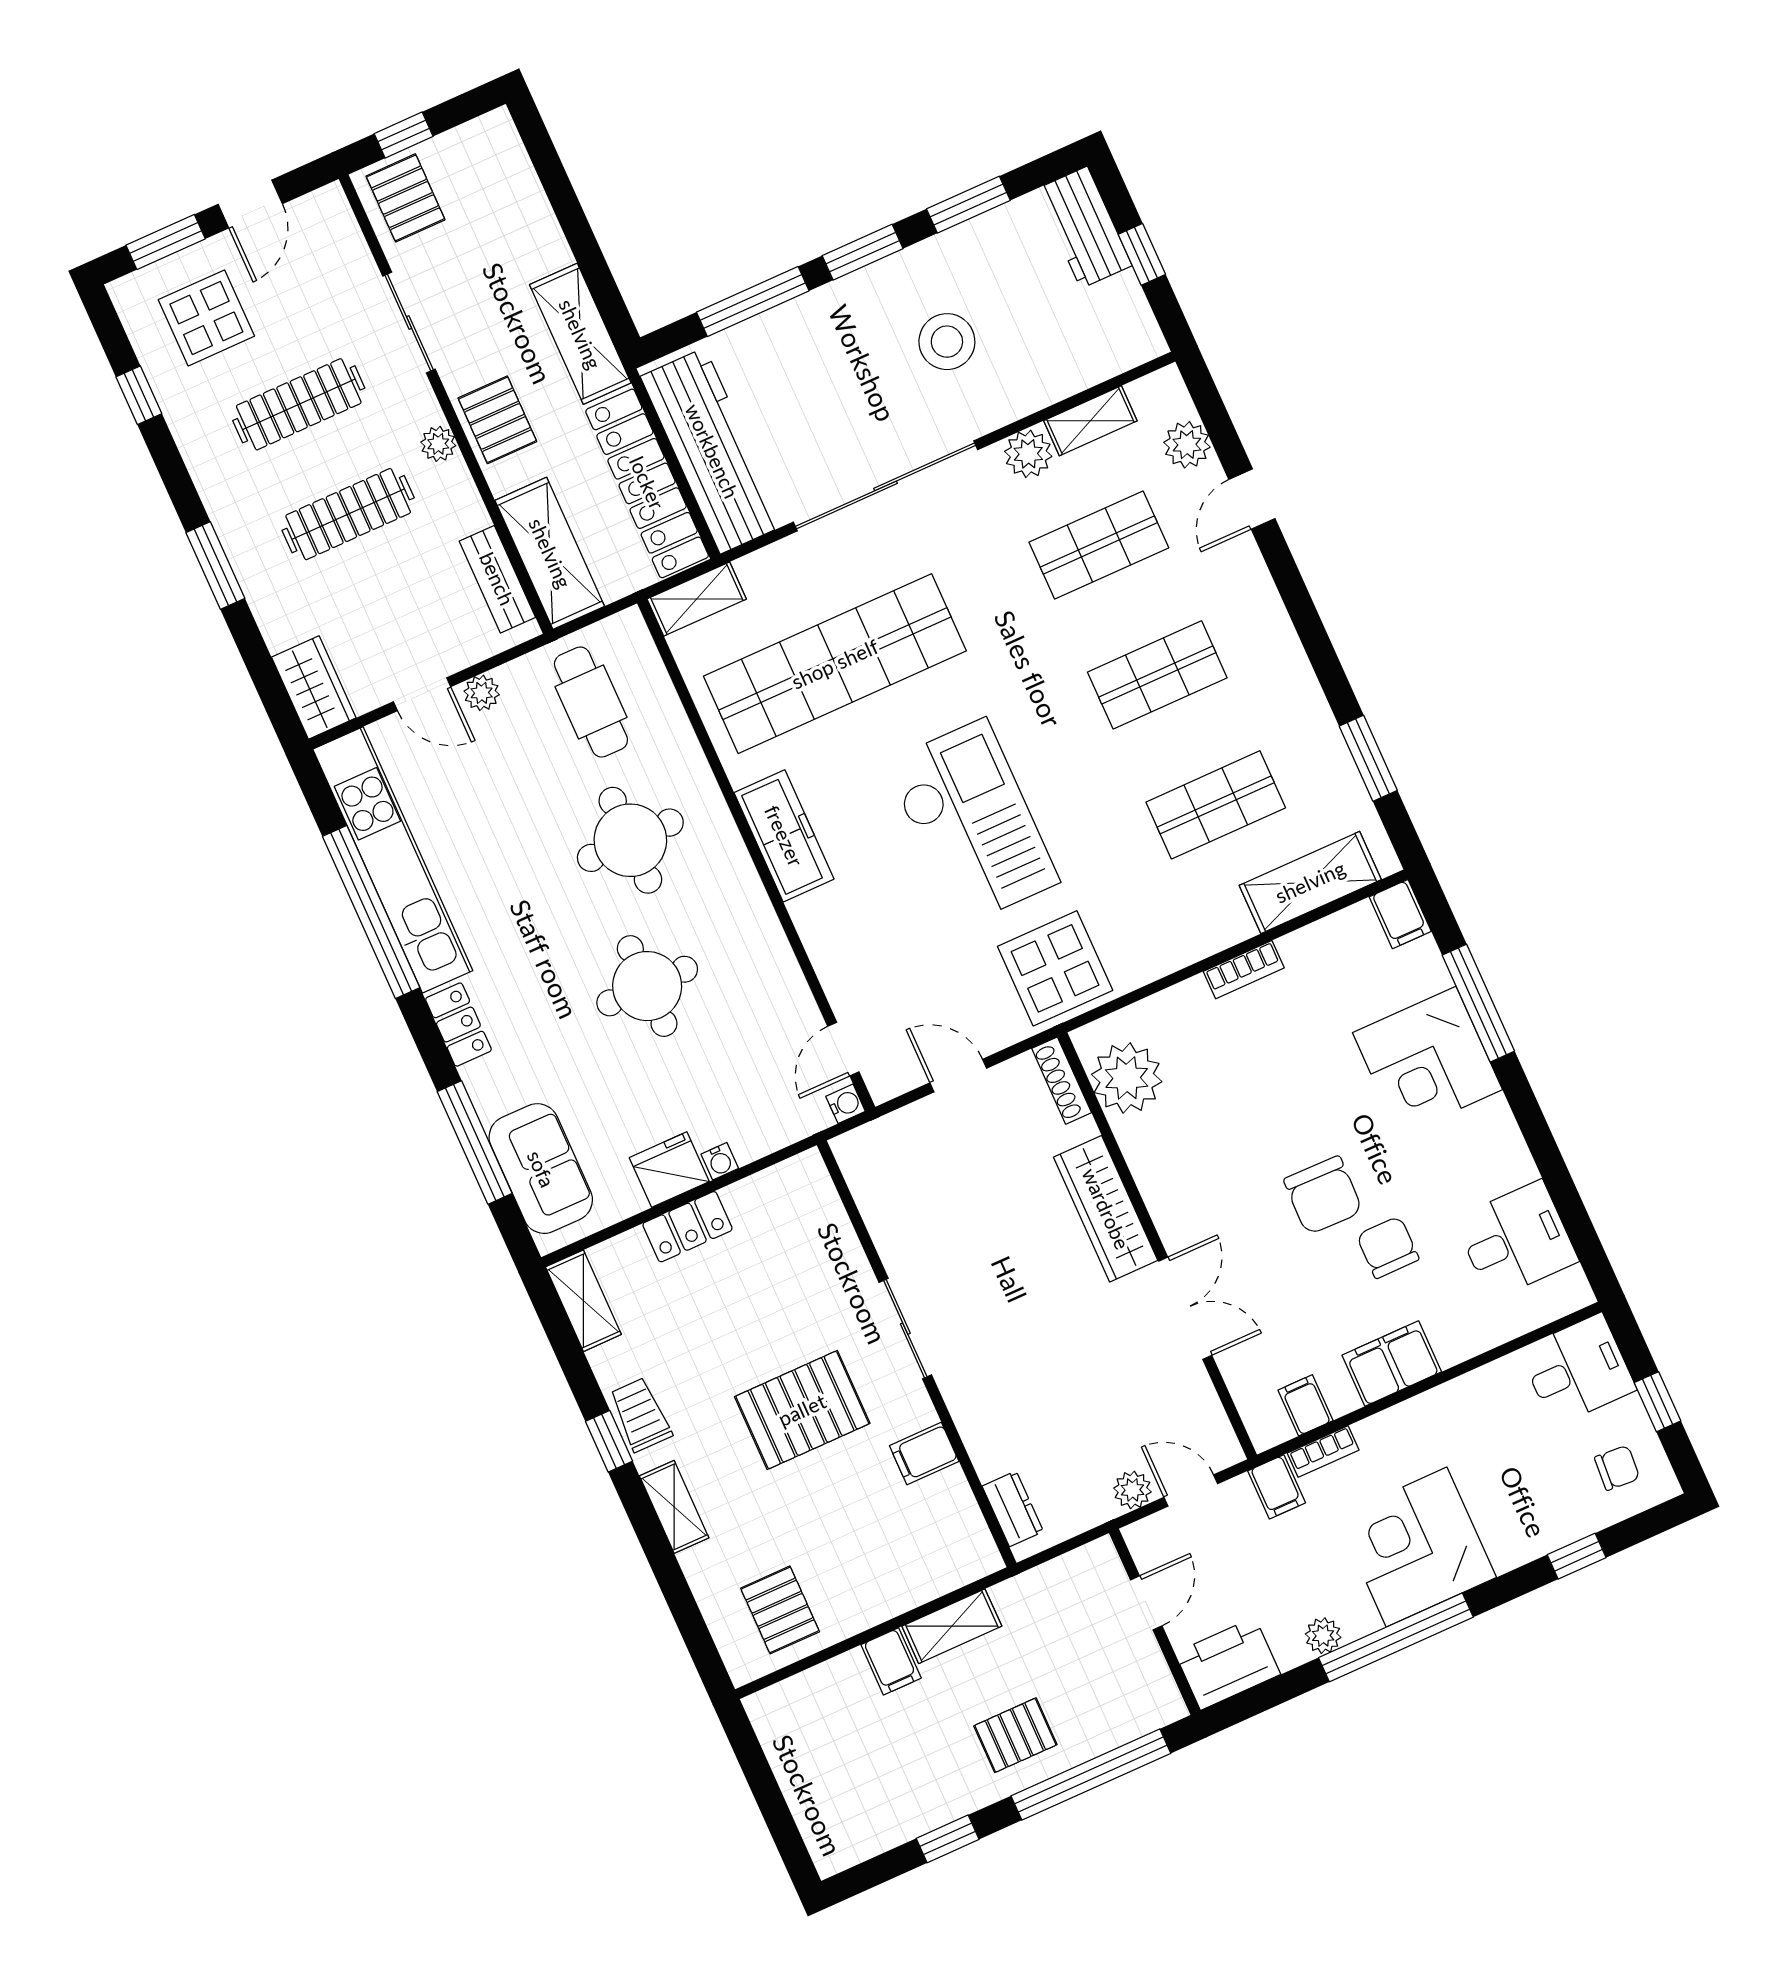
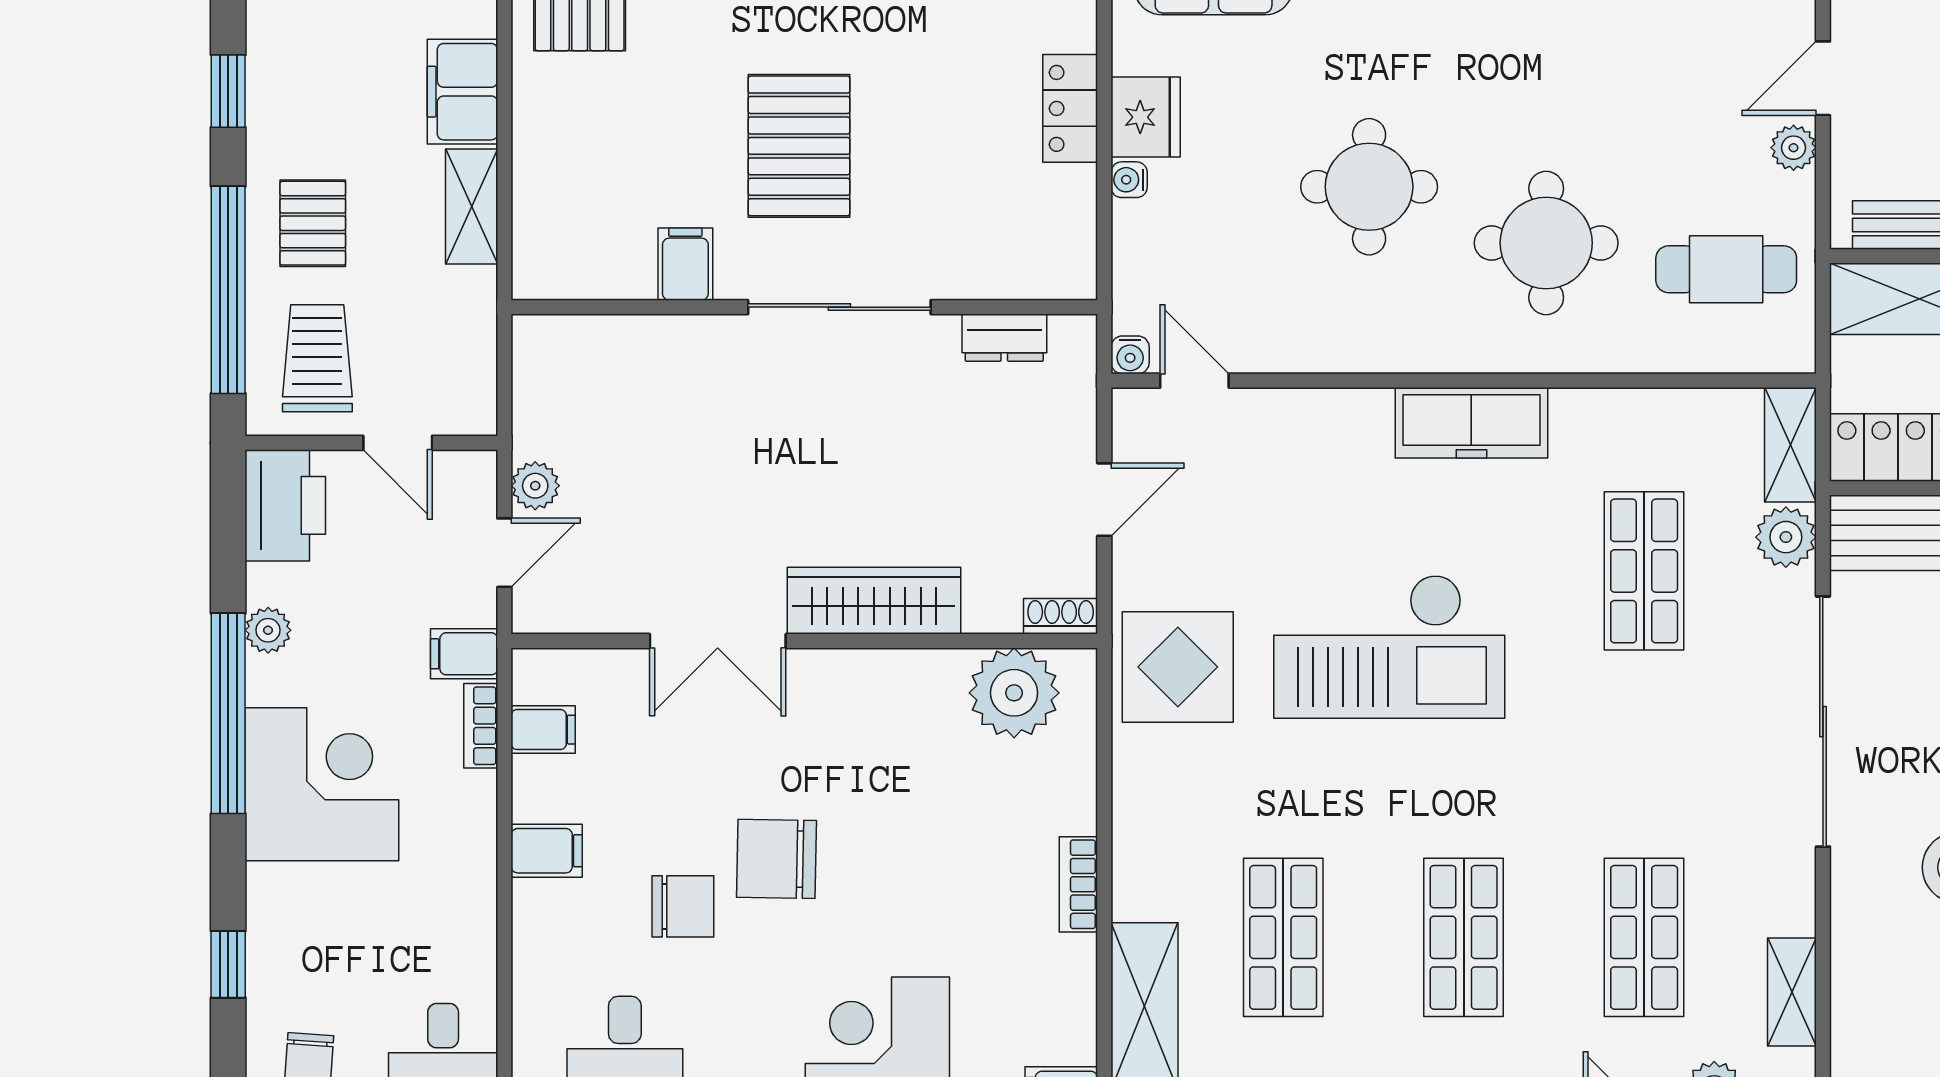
plant: (1028, 454) -> (1786, 537), moved
shop shelf: (835, 664) -> (1644, 571), width x0.50, depth x0.74
shoe rack: (1062, 1081) -> (1061, 616), width x0.70
sliding door: (905, 1329) -> (839, 307), width x1.37
filing cabinet: (1392, 1364) -> (547, 851), width x0.50
dresser: (1013, 1509) -> (1004, 338), moved
filing cabinet: (891, 1661) -> (463, 92), width x2.00
trolley: (1111, 1688) -> (317, 358), added

